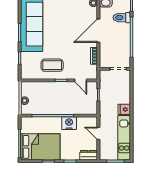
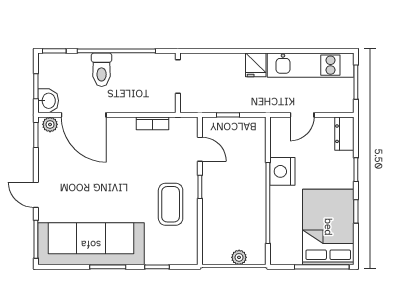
toilet: (122, 18) -> (102, 70), moved
door: (98, 31) -> (84, 115), moved
door: (81, 80) -> (200, 149), hinge flipped

